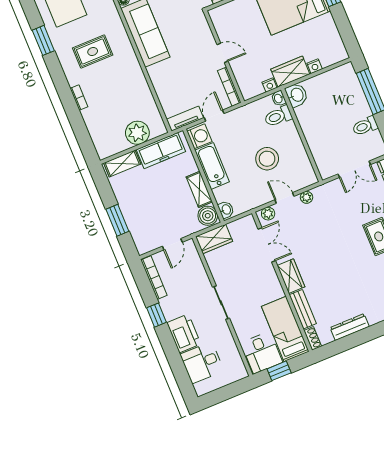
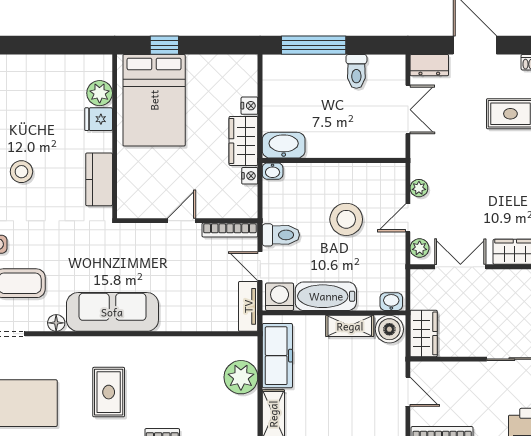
washbasin: (297, 95) -> (284, 145), width x1.38
toilet: (278, 116) -> (281, 235), moved, turned -90

